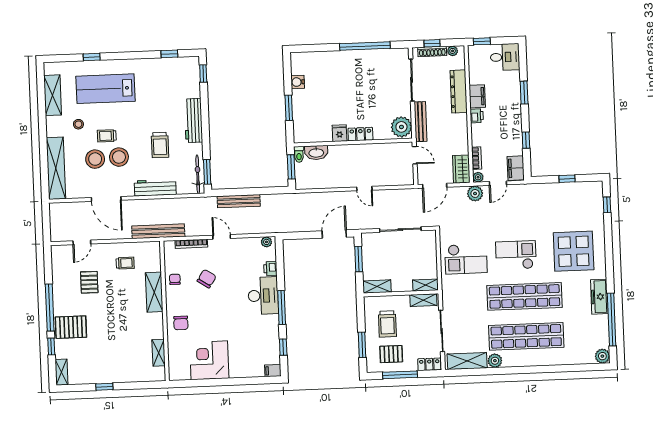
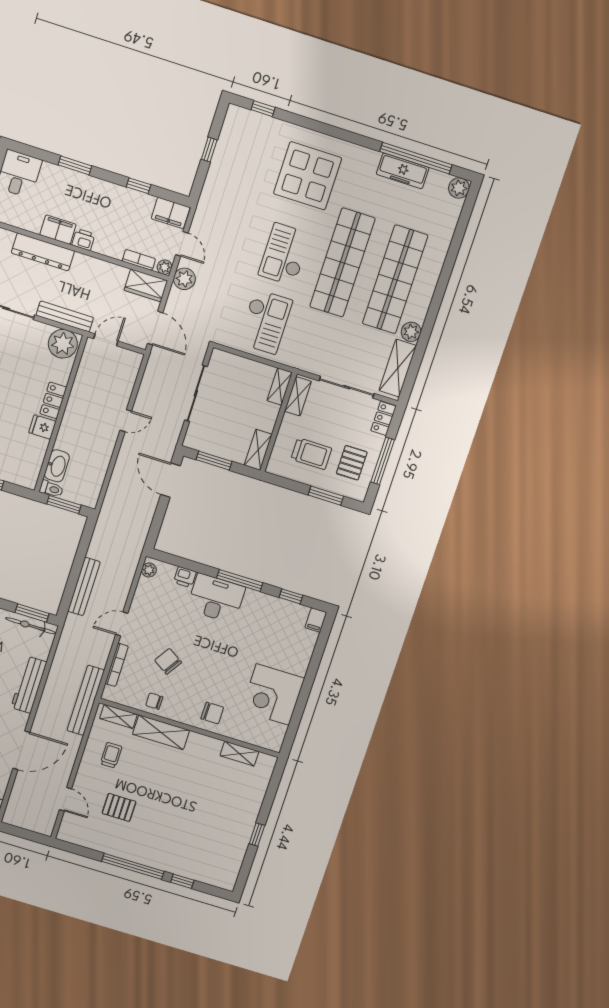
freezer: (599, 297) -> (403, 171), moved
pallet: (71, 327) -> (167, 849), removed
shelving: (61, 372) -> (118, 716), moved

